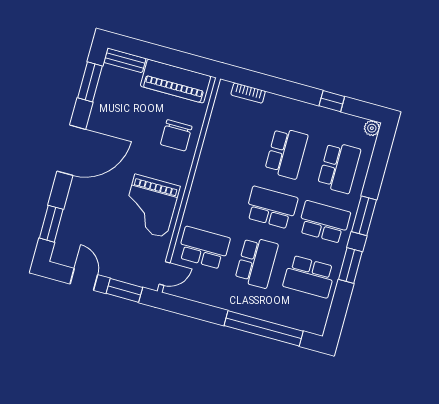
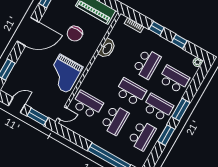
window: (288, 89) -> (157, 28), added
chair: (176, 135) -> (75, 34), moved
washbasin: (212, 144) -> (107, 48), added
school desk: (339, 167) -> (174, 79), turned -90
school desk: (309, 277) -> (142, 135), turned -90
door: (84, 279) -> (17, 105), hinge flipped

